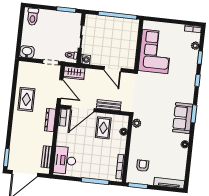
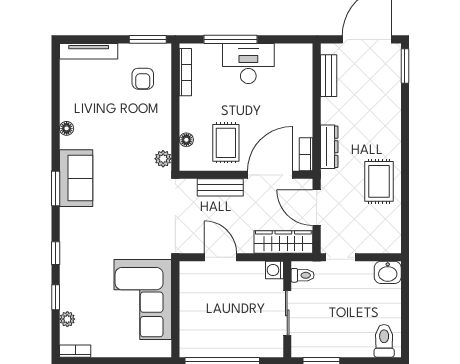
wardrobe: (74, 73) -> (283, 242), width x1.50
desk: (65, 160) -> (248, 63), moved, turned -90

